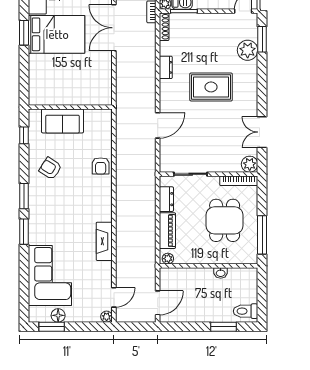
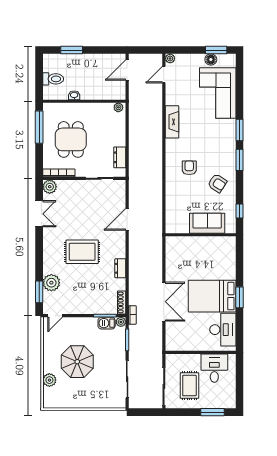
armchair: (101, 166) -> (189, 168), moved
piano: (167, 231) -> (119, 131), removed
toilet: (245, 311) -> (53, 79), moved

